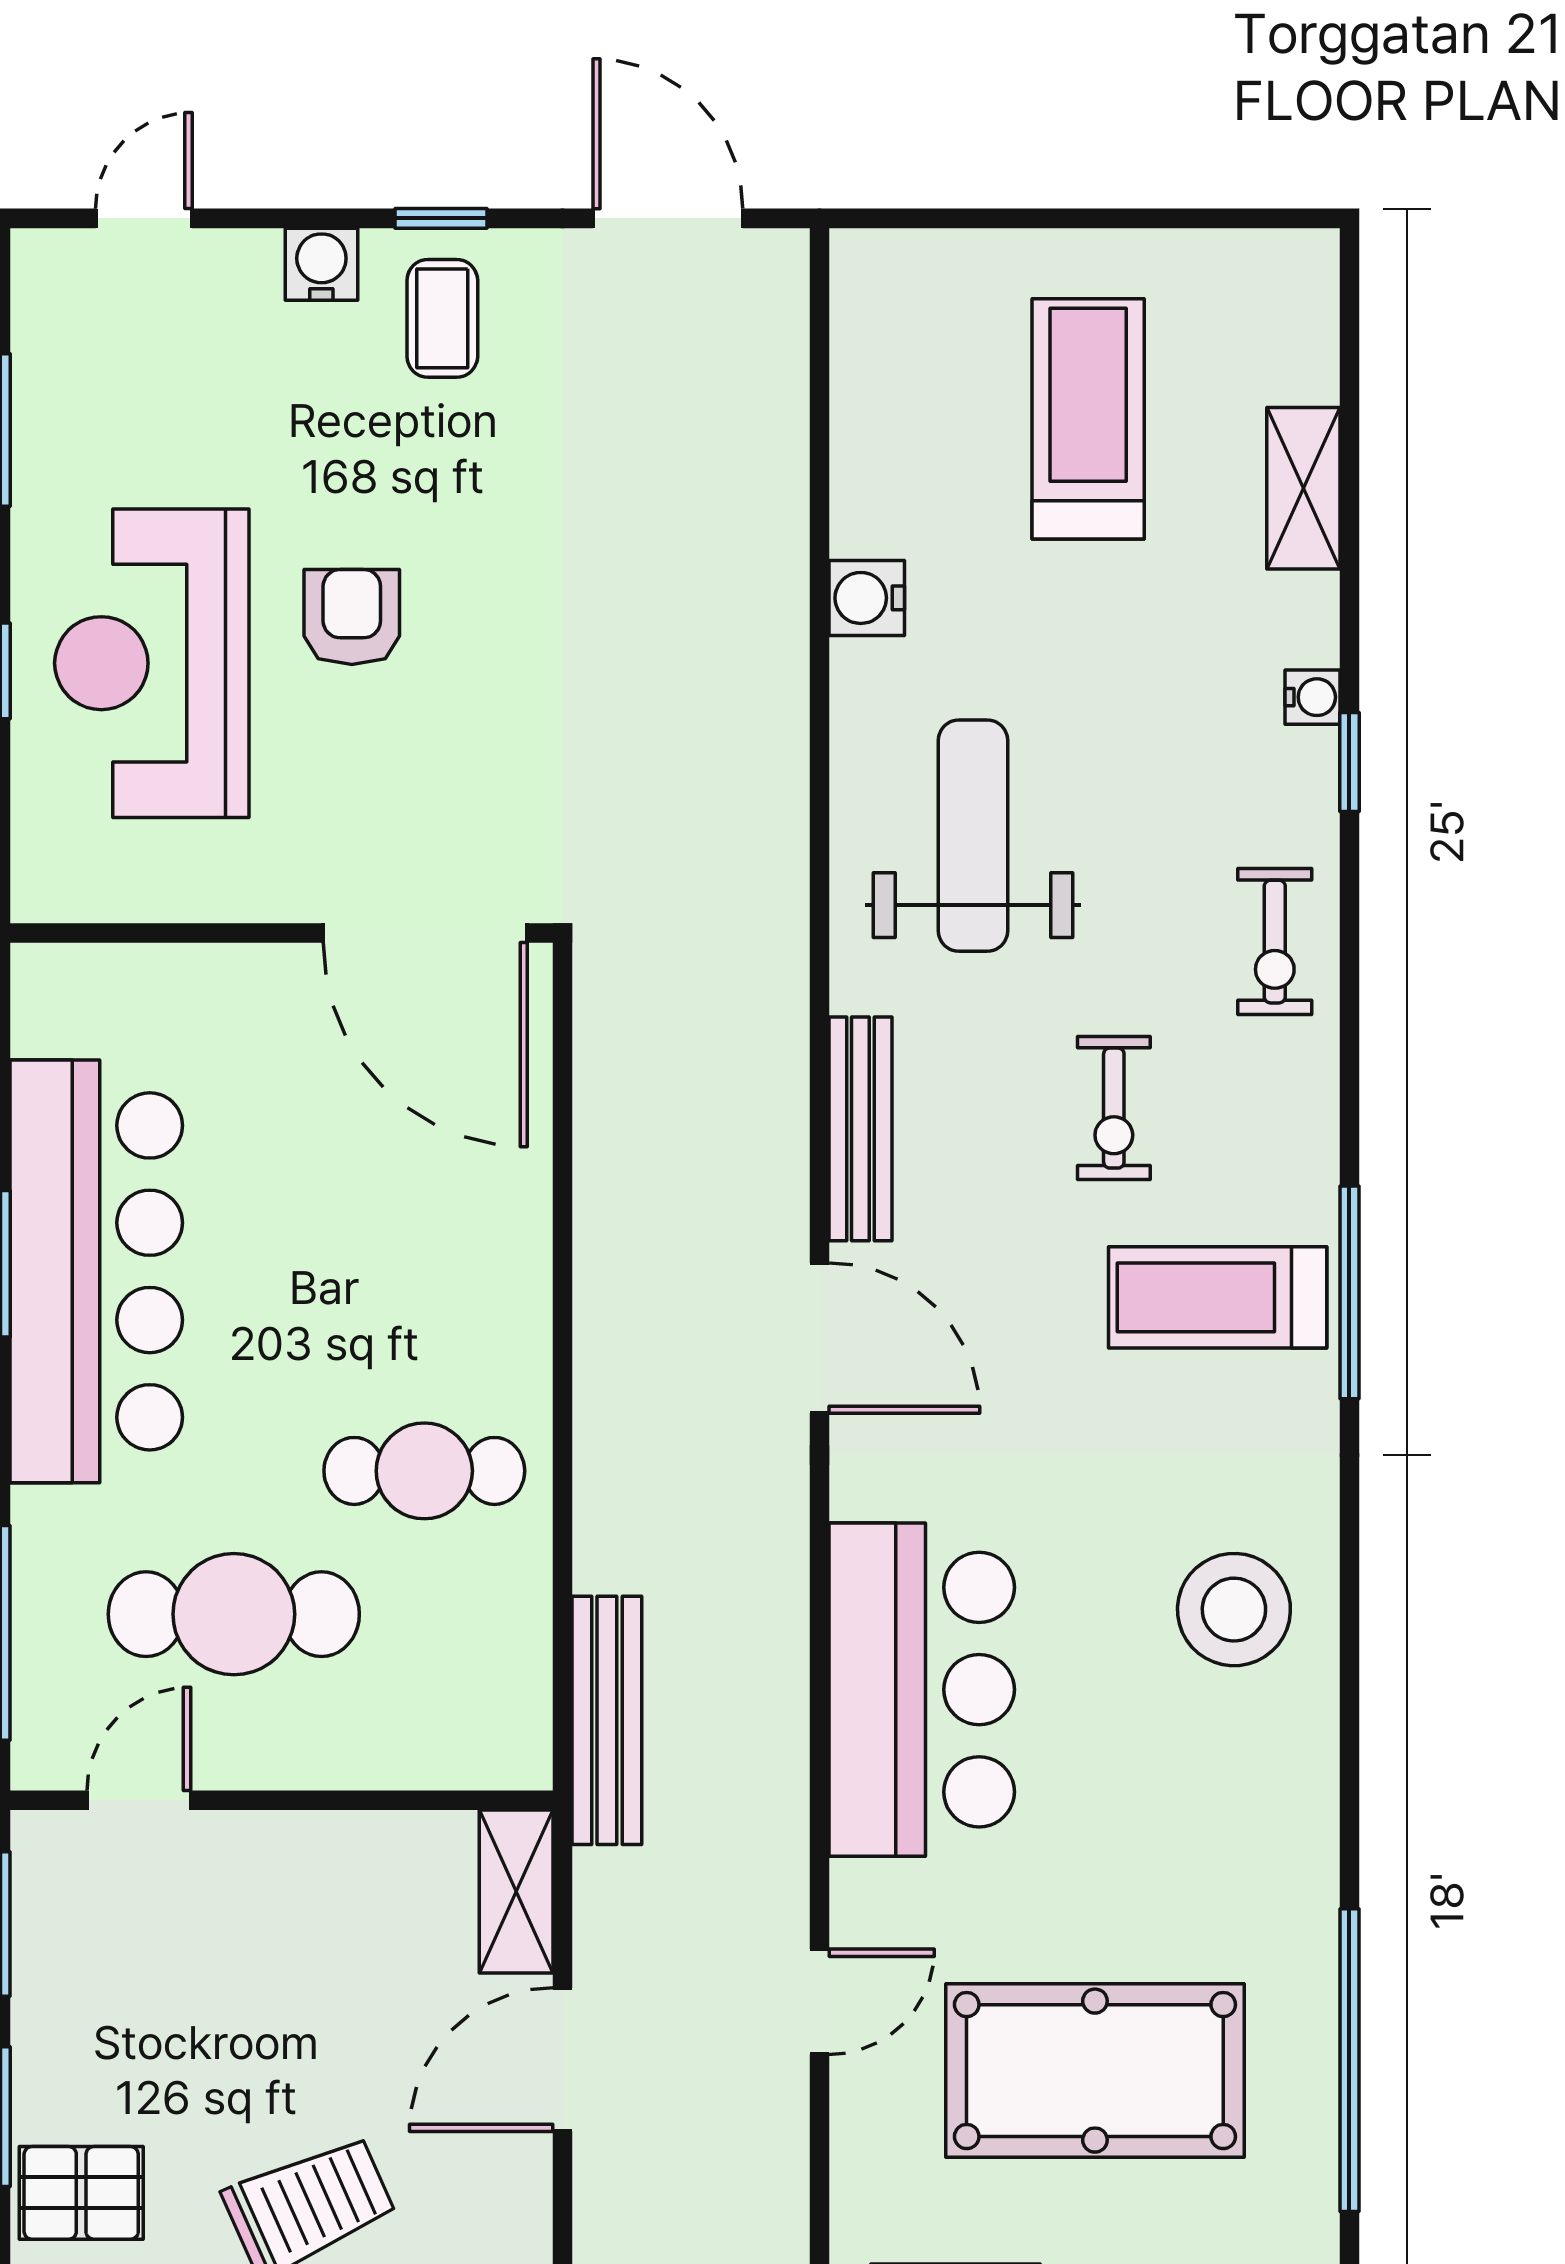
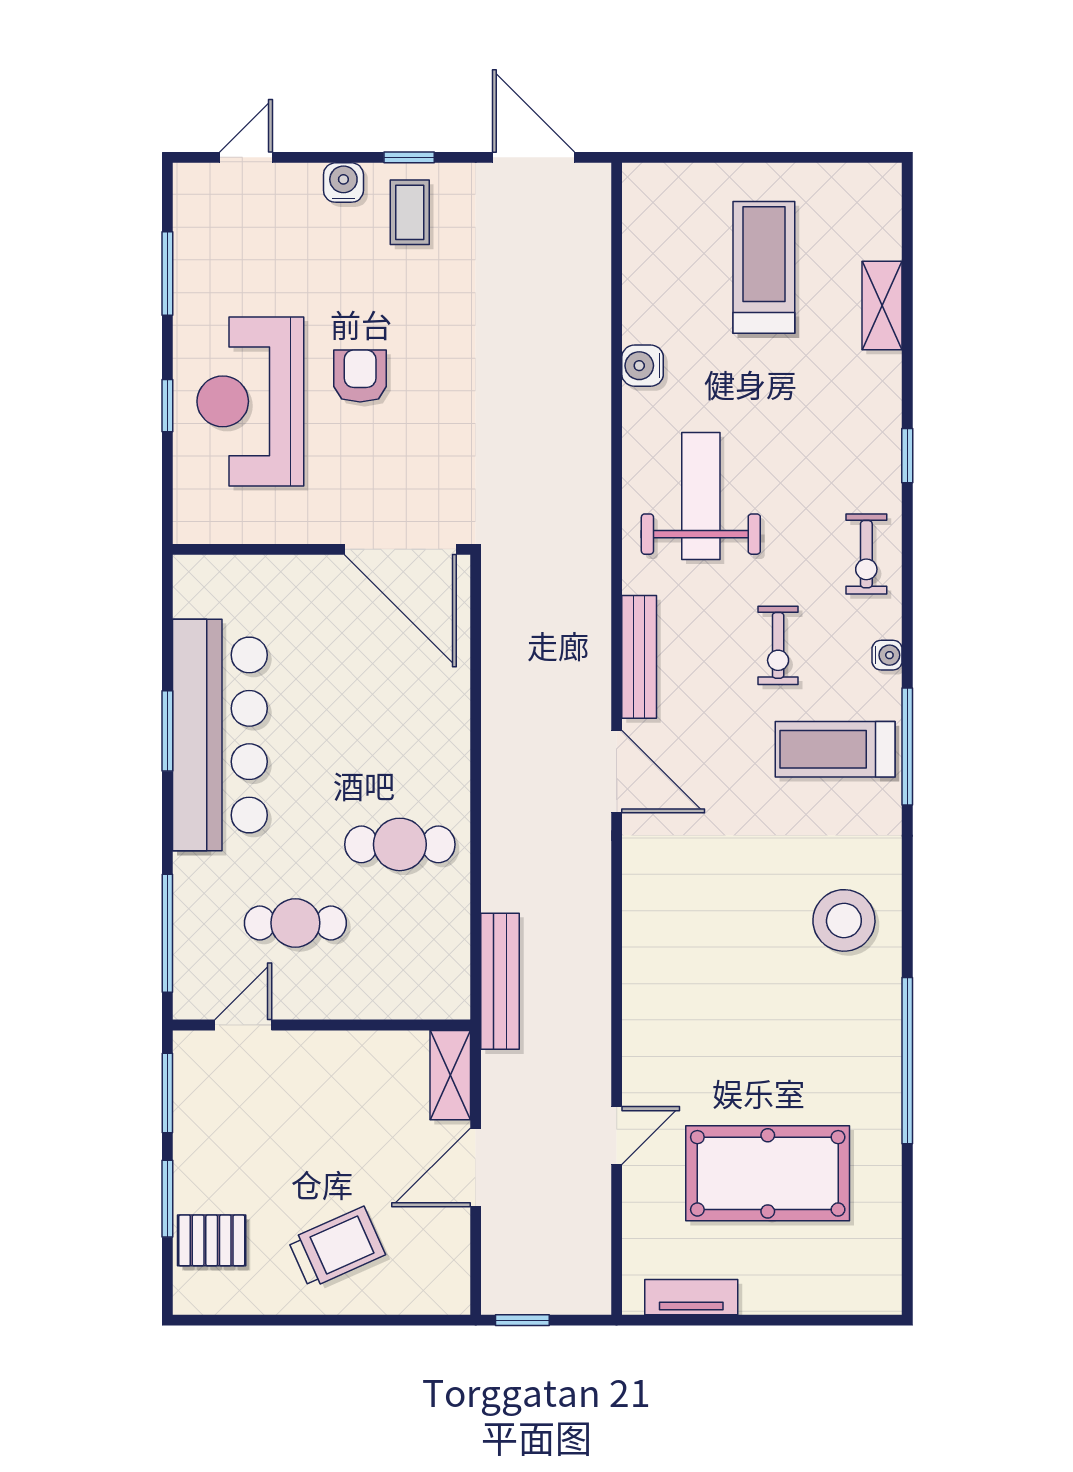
water cooler: (1312, 697) -> (887, 655), moved
cafe table: (234, 1614) -> (295, 923), width x0.73, depth x0.74
bar counter: (922, 1690) -> (673, 964), removed
window: (1349, 2060) -> (907, 1061), moved

